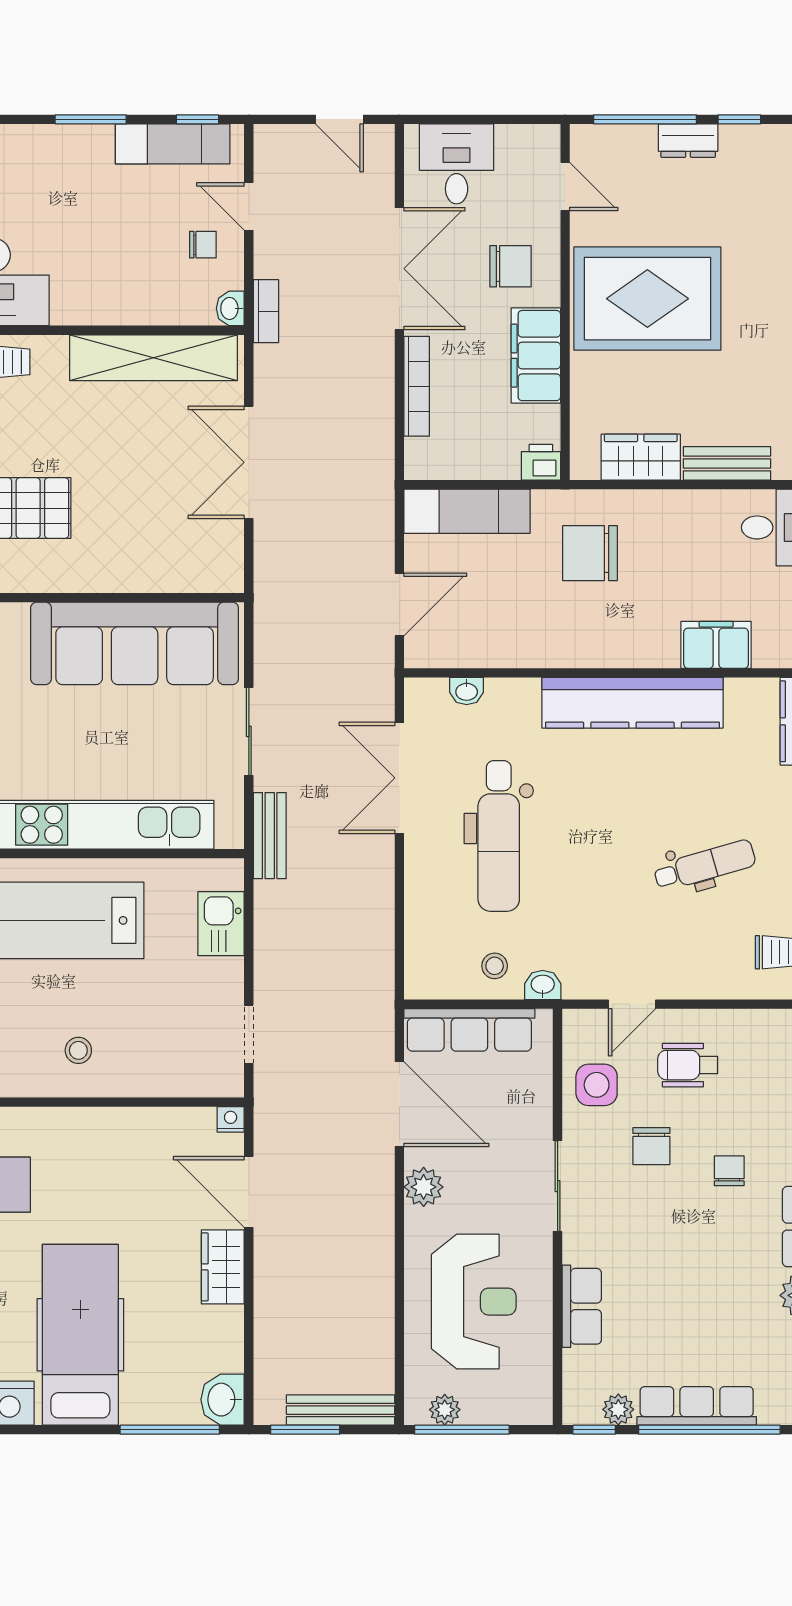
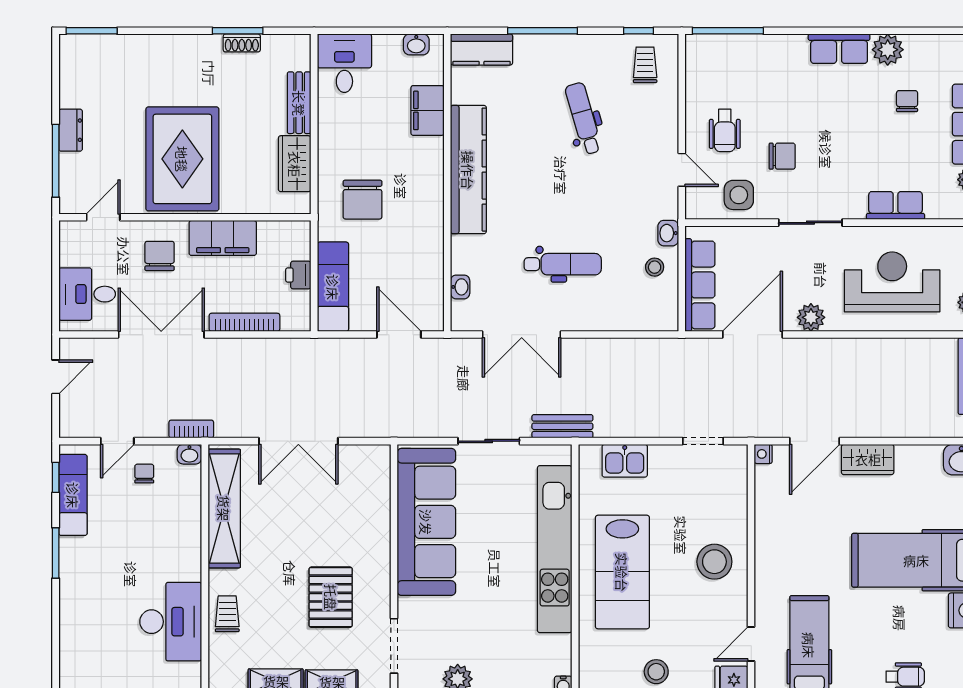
window: (739, 119) -> (56, 94), removed
printer: (541, 462) -> (298, 275), moved
dental chair: (499, 836) -> (563, 264), width x0.73, depth x0.72
stool: (78, 1050) -> (714, 562), width x1.89, depth x1.89
chair: (729, 1171) -> (907, 101), moved, turned 90

